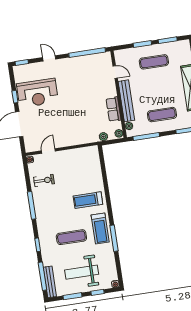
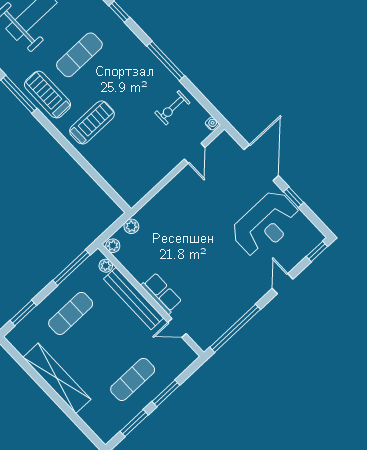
door: (49, 58) -> (283, 284), swing flipped
reception desk: (37, 93) -> (266, 224), turned 180
row of seats: (114, 109) -> (161, 293), moved

